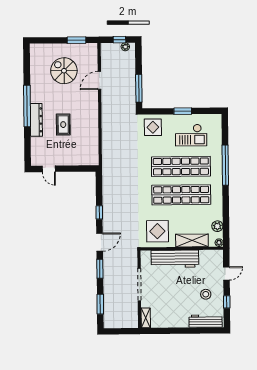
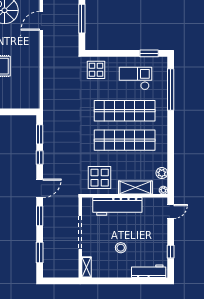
window: (139, 88) -> (82, 19), moved
window: (183, 111) -> (149, 53), moved
checkout: (191, 135) -> (136, 78), turned 180
window: (225, 165) -> (171, 89), moved
window: (99, 190) -> (40, 134), added
door: (226, 273) -> (171, 211), moved
stool: (206, 294) -> (121, 248), moved

